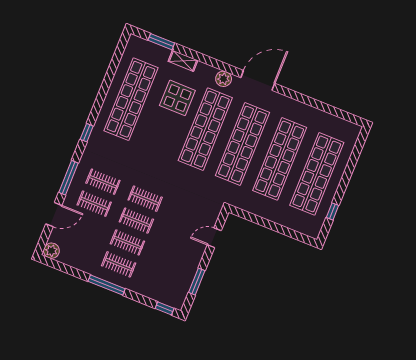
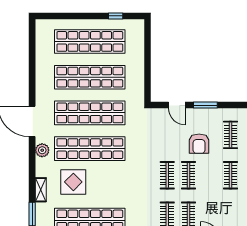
clothes rail: (127, 242) -> (231, 135), moved
armchair: (165, 245) -> (199, 144), added
window: (197, 282) -> (205, 105), moved

